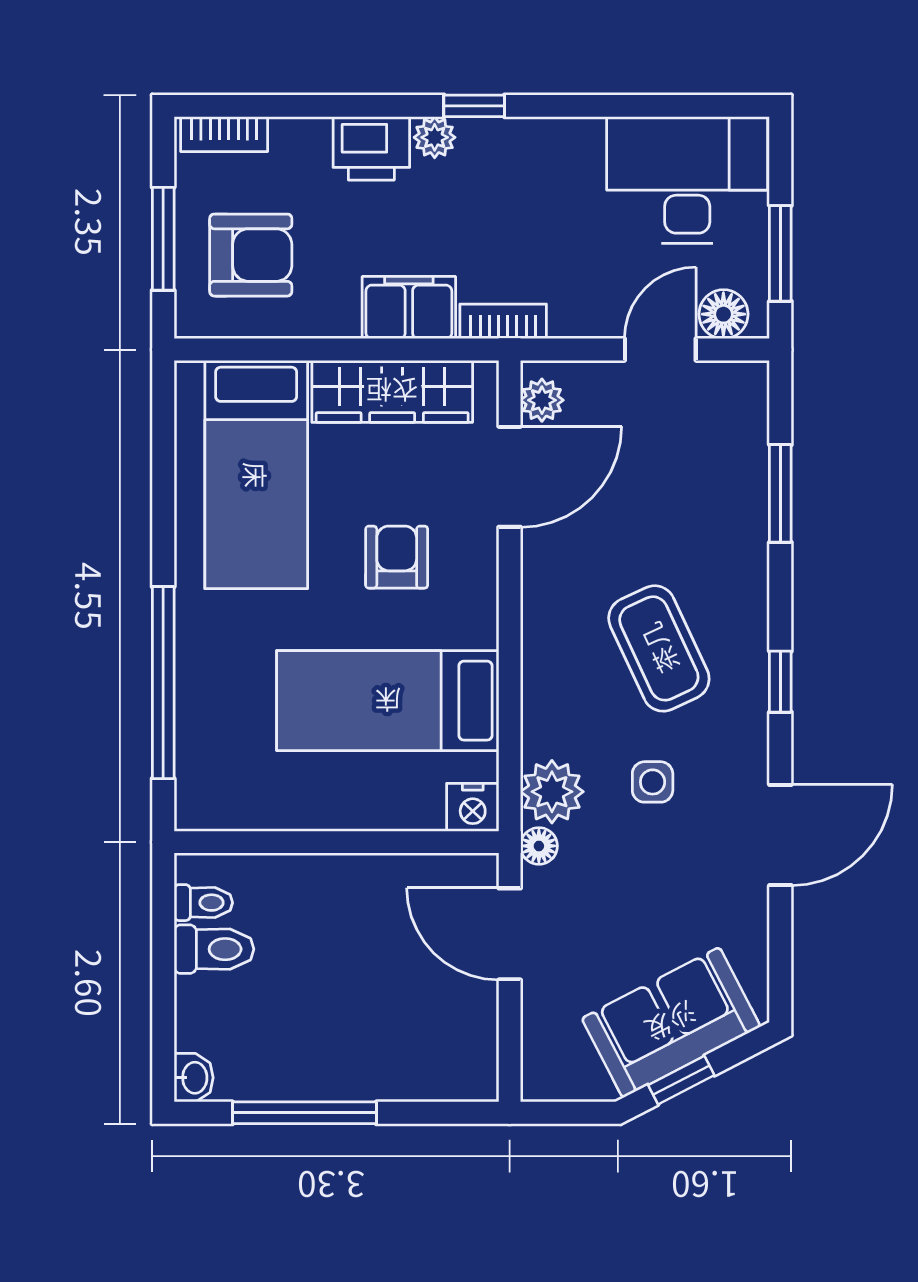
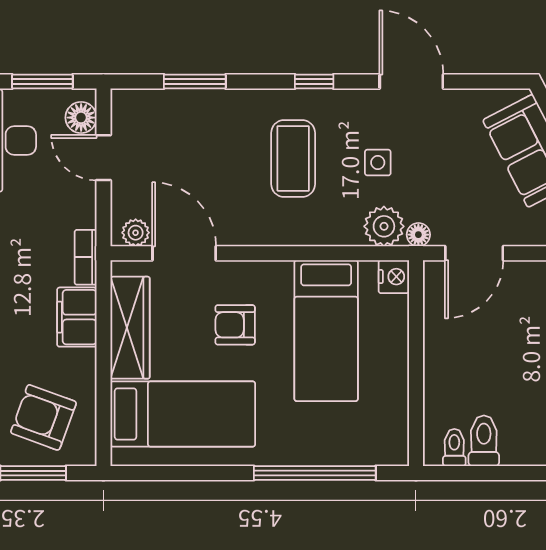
armchair: (251, 255) -> (43, 417), turned -70
coffee table: (659, 648) -> (293, 159), turned -65

